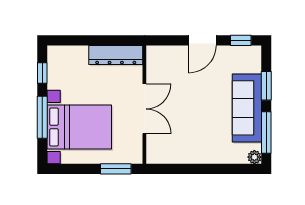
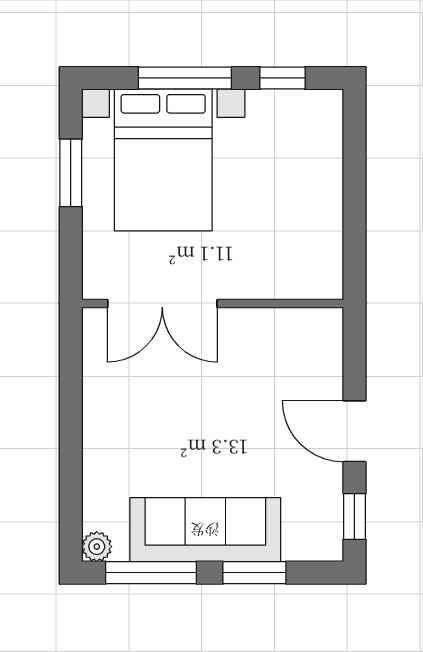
dresser: (116, 55) -> (322, 240), removed
double door: (144, 109) -> (162, 303), moved
window: (116, 169) -> (71, 173), moved

